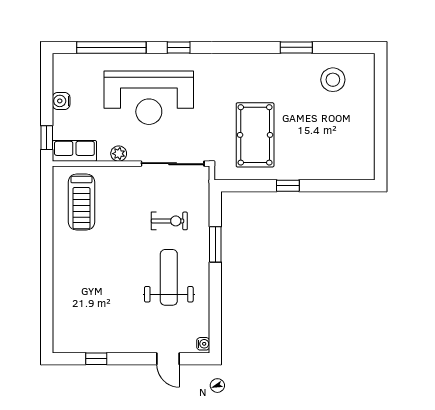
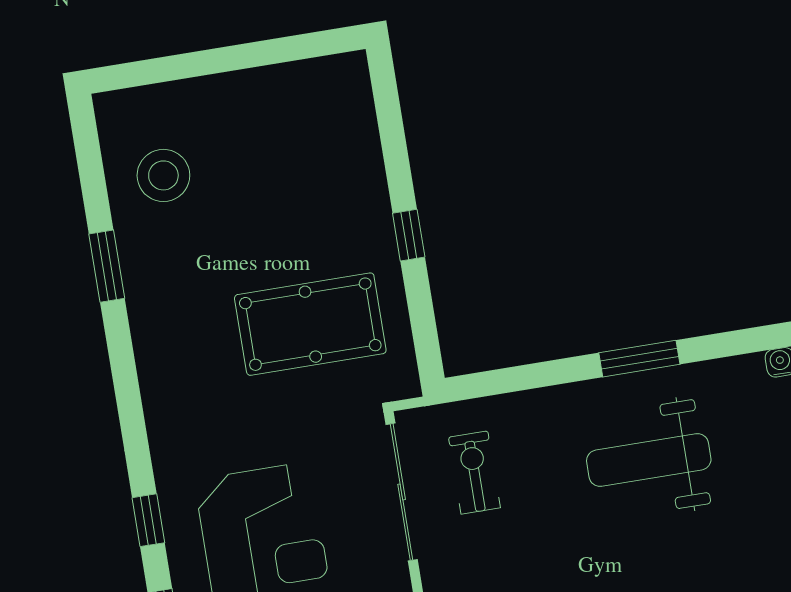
exercise bike: (169, 221) -> (474, 472), moved
window: (215, 244) -> (639, 359), moved

